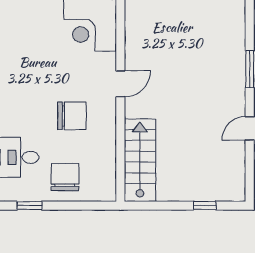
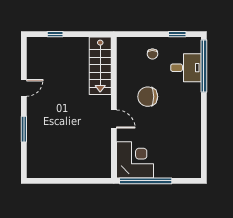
door: (120, 84) -> (114, 119), swing flipped
chair: (65, 177) -> (152, 54), width x0.54, depth x0.54

